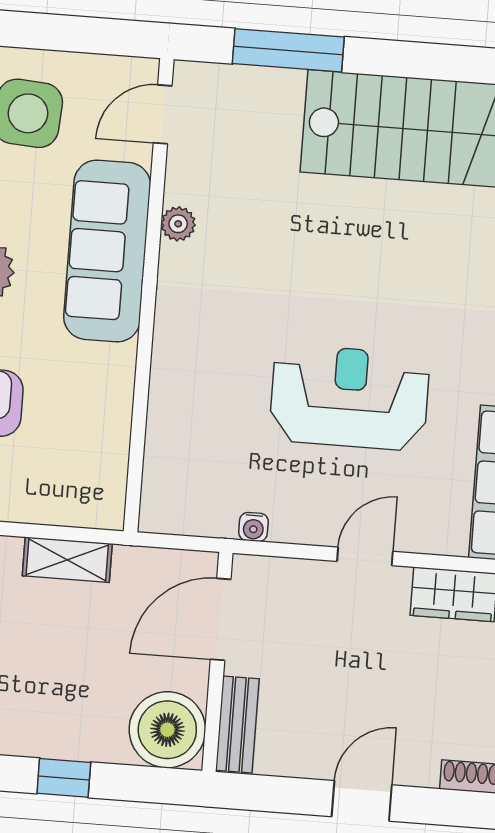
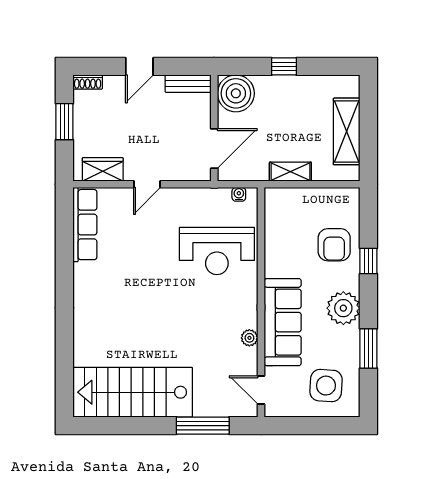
door: (163, 114) -> (261, 390), swing flipped
reception desk: (349, 398) -> (217, 251), moved
water cooler: (253, 527) -> (239, 194), moved
bench: (237, 725) -> (188, 84), moved, turned 90

